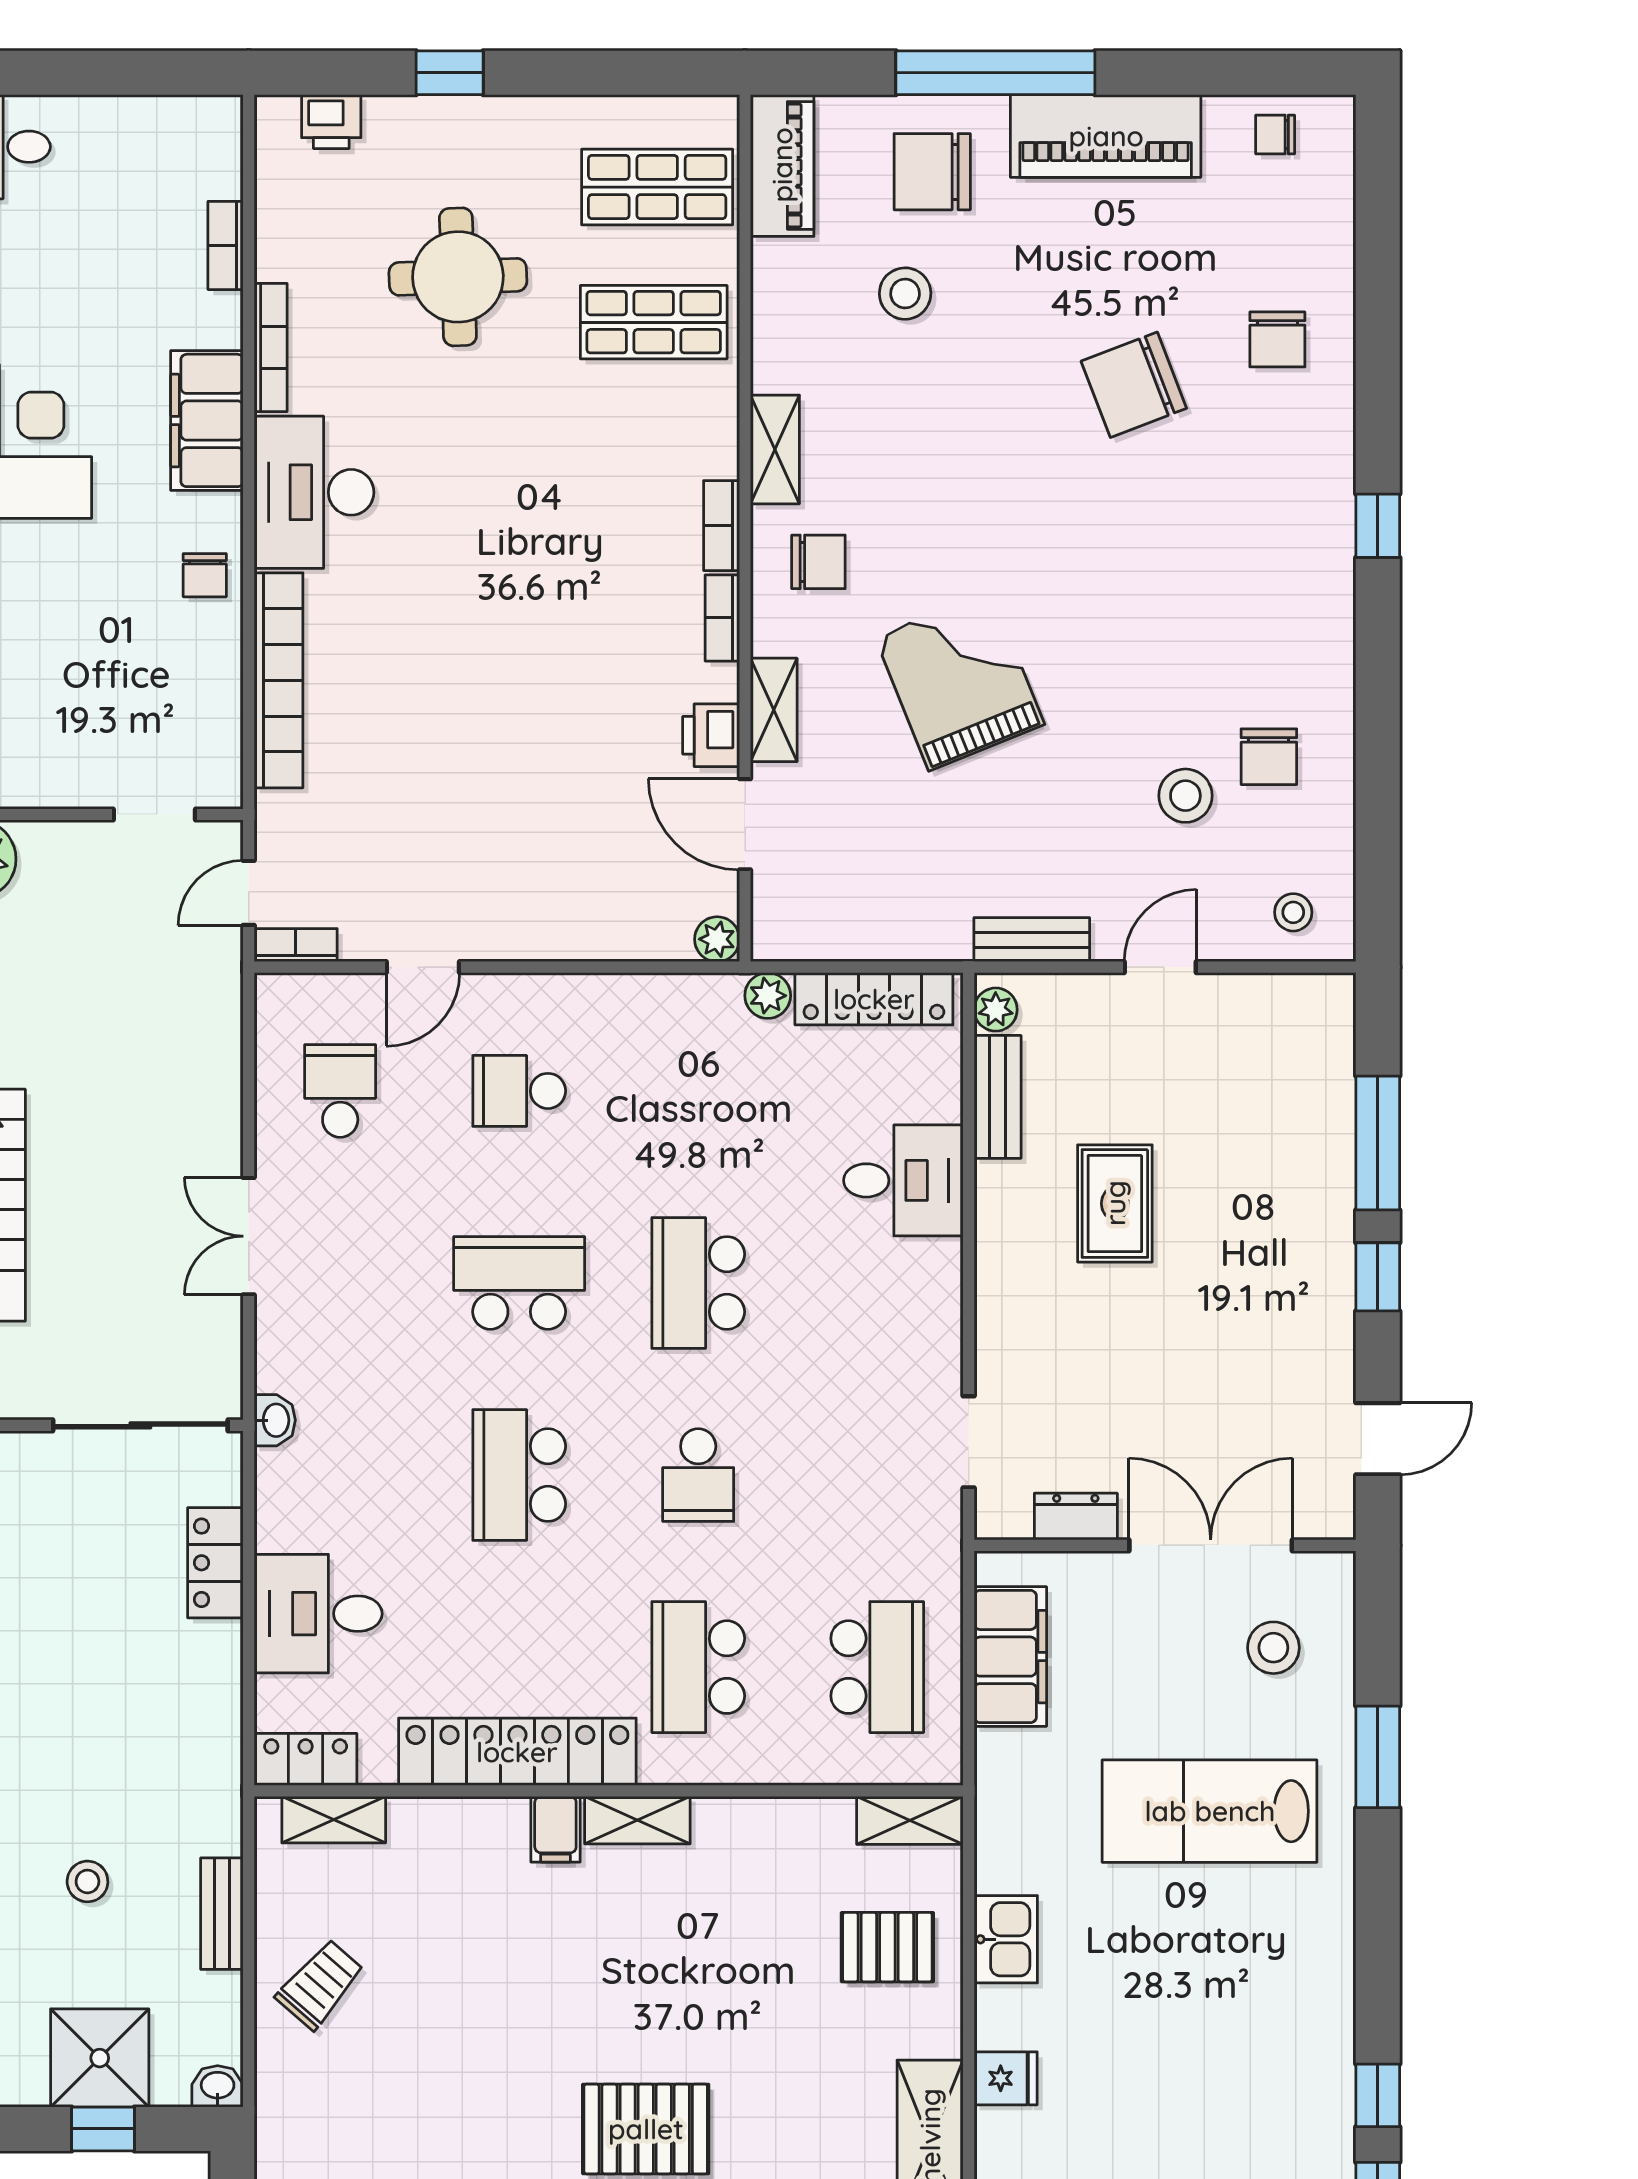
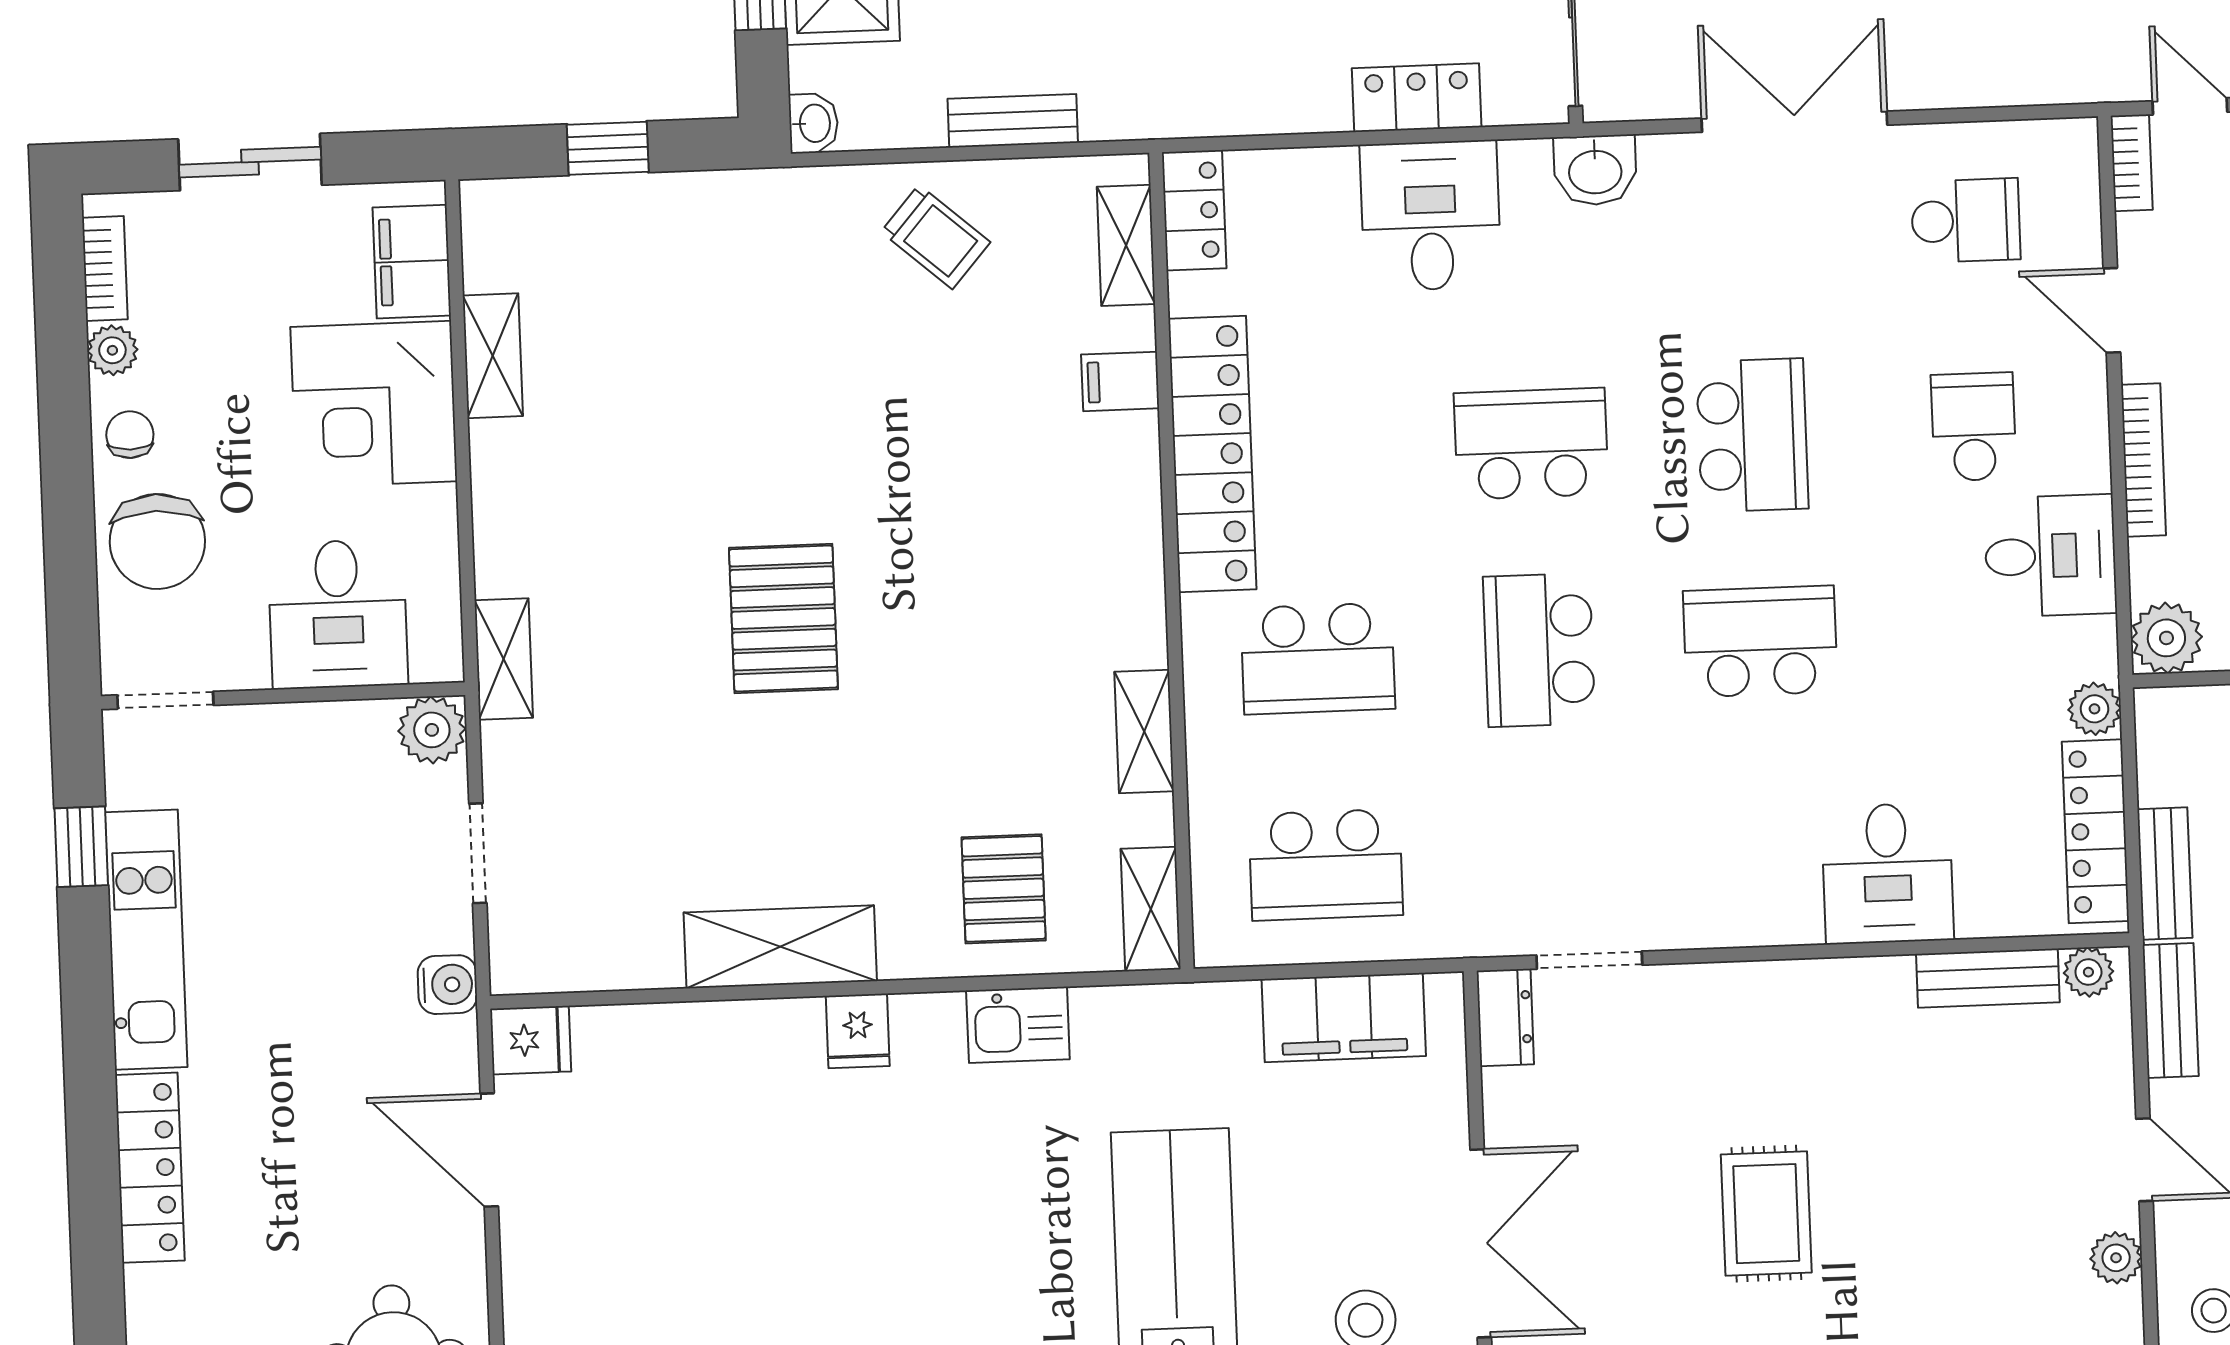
plant: (717, 939) -> (2166, 638), width x1.38, depth x1.38
bench: (913, 940) -> (2165, 873), added
bookcase: (554, 945) -> (2143, 460), added
plant: (1244, 995) -> (2116, 1258), added
desk: (634, 1029) -> (2050, 556), added
rug: (1115, 1203) -> (1766, 1214), moved, turned 90
double door: (249, 1236) -> (1794, 122), width x1.37
washbasin: (275, 1420) -> (1595, 170), width x1.38, depth x1.45
school desk: (698, 1475) -> (1539, 650), width x1.85
dresser: (1076, 1517) -> (1505, 1017), moved
desk: (318, 1614) -> (1431, 216), moved
school desk: (698, 1667) -> (1318, 658), turned 180
shelving: (637, 1820) -> (1144, 732), moved
filing cabinet: (555, 1829) -> (1120, 381), moved

